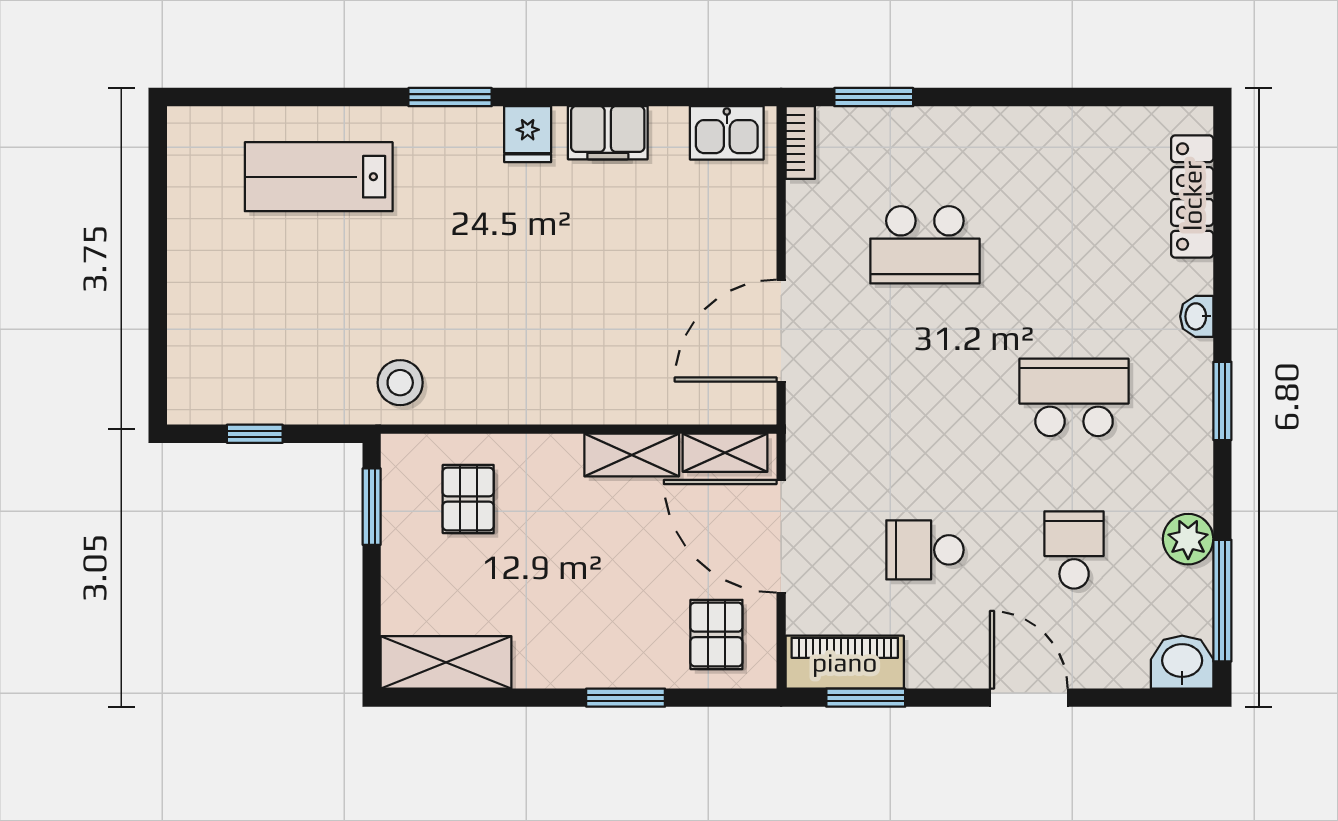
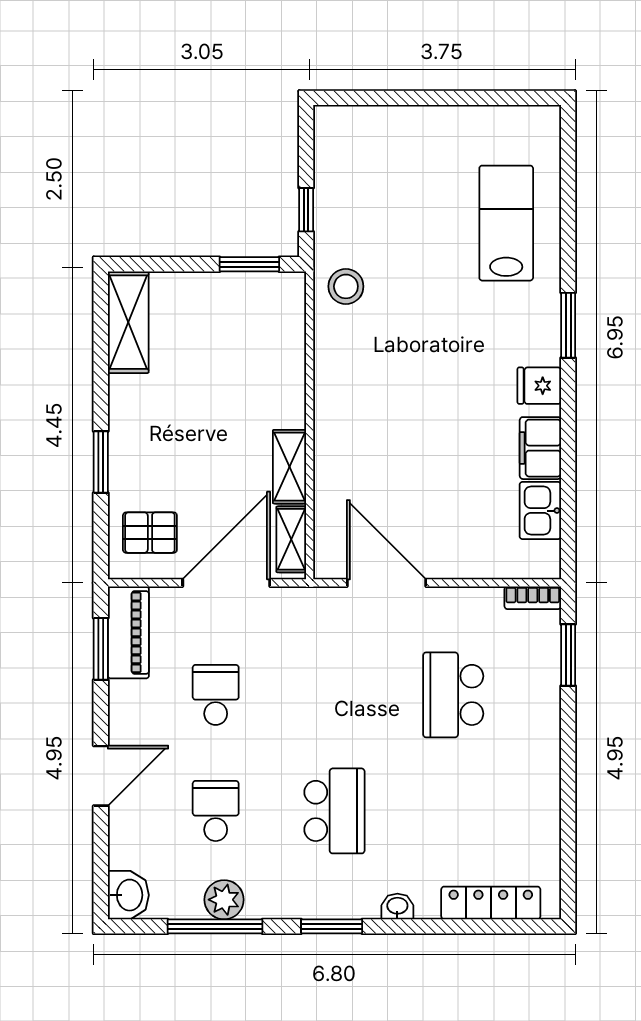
kitchen sink: (727, 133) -> (540, 511), moved
window: (255, 434) -> (306, 210), moved
pallet: (468, 499) -> (255, 339), removed
school desk: (1074, 550) -> (216, 811), turned -90
window: (1222, 601) -> (215, 926), moved

